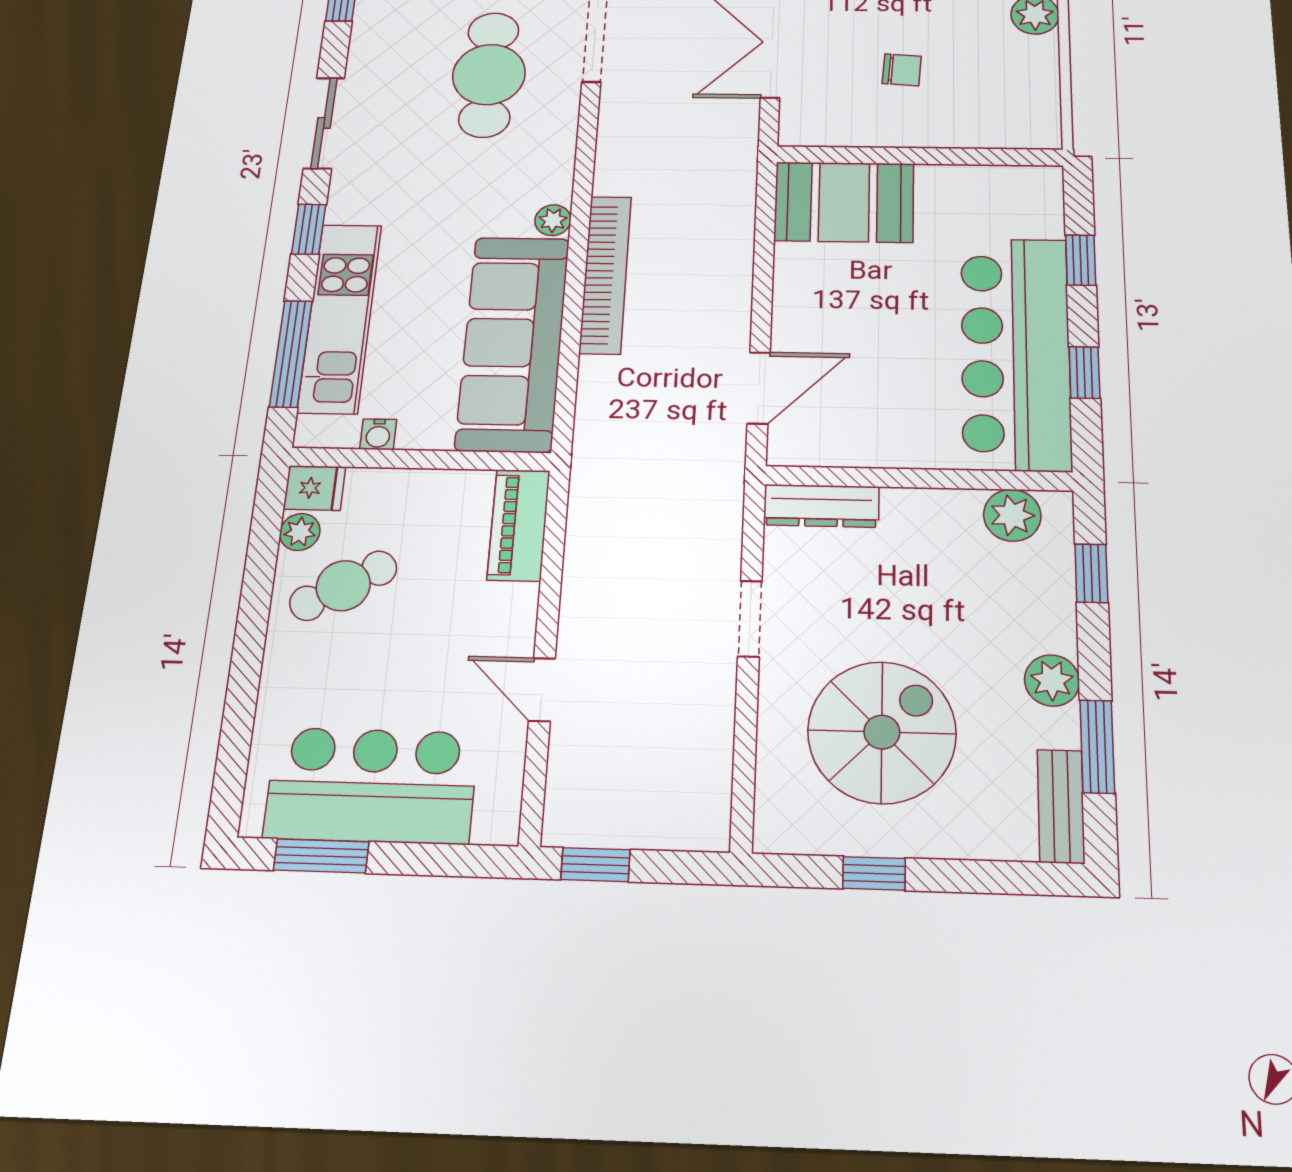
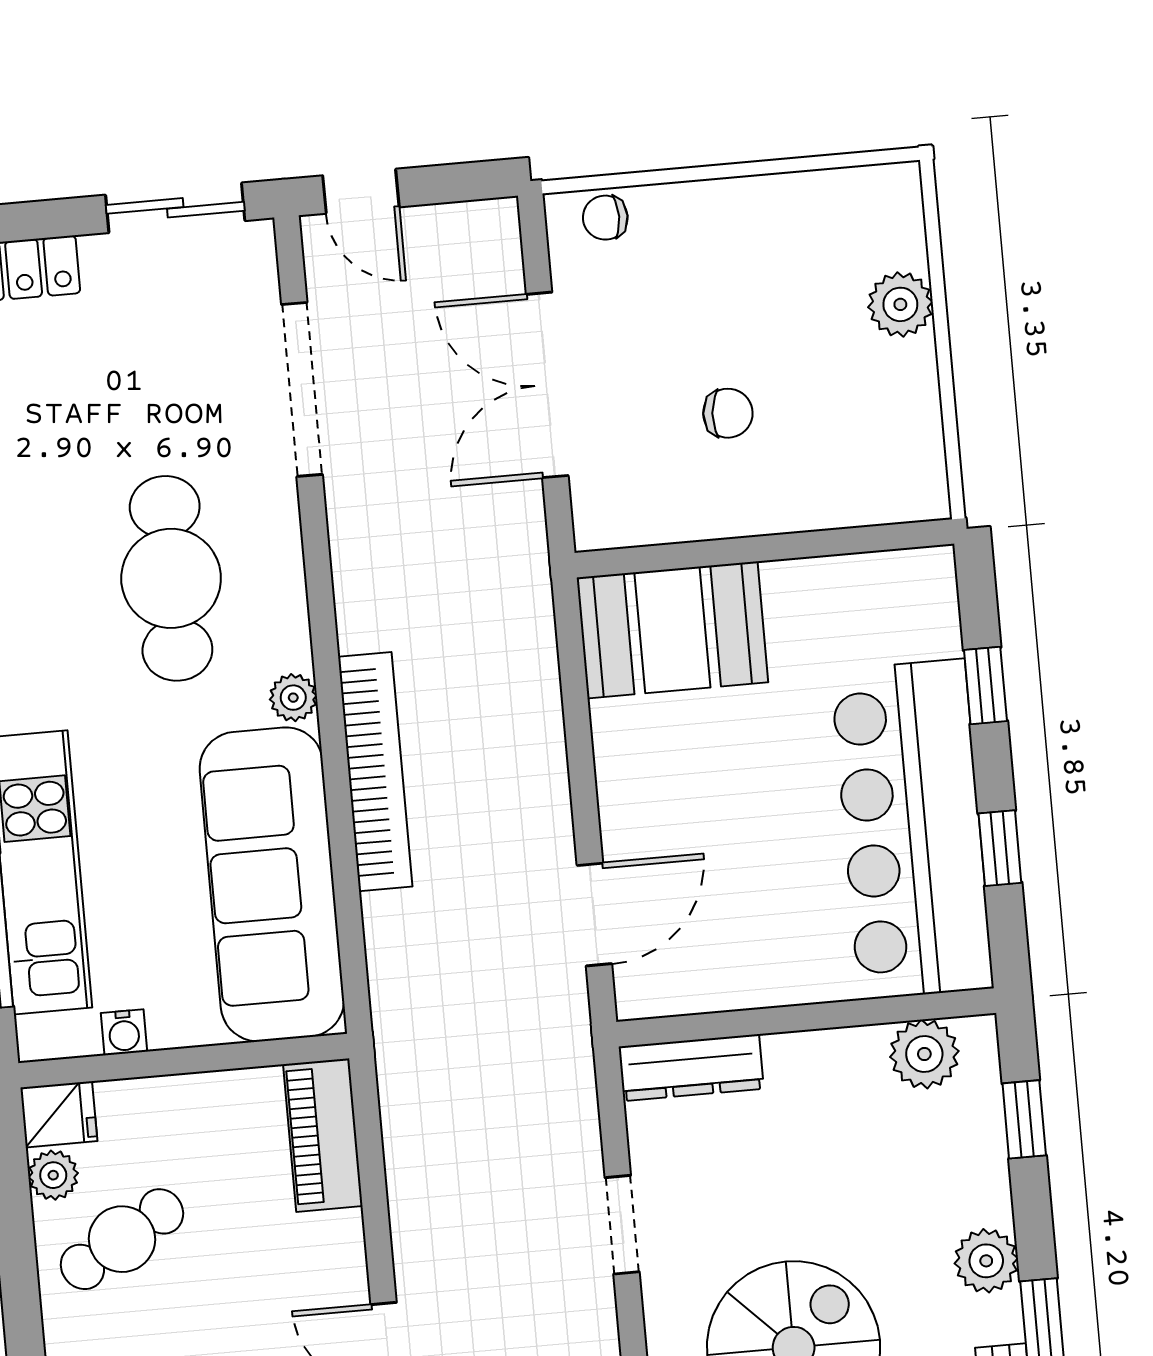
cafe table: (489, 75) -> (171, 578), moved

